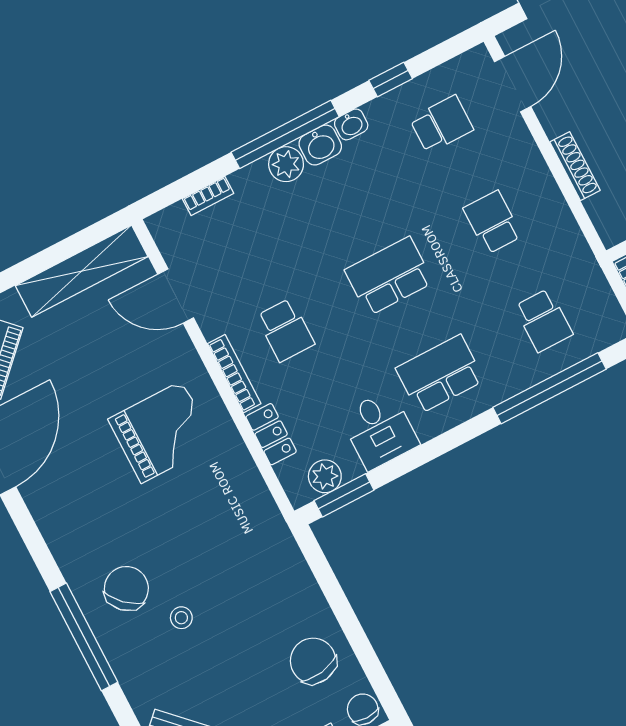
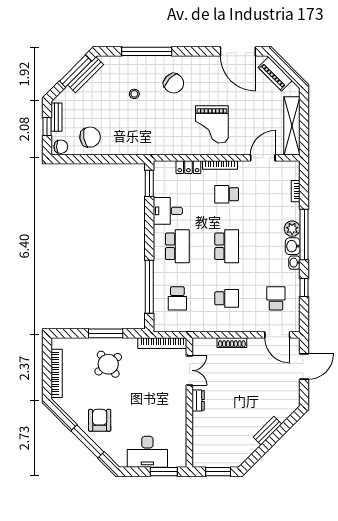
school desk: (441, 124) -> (276, 298), turned 180
school desk: (544, 320) -> (177, 298), turned -90
plant: (325, 476) -> (161, 180), removed
chair: (126, 588) -> (174, 83), moved

